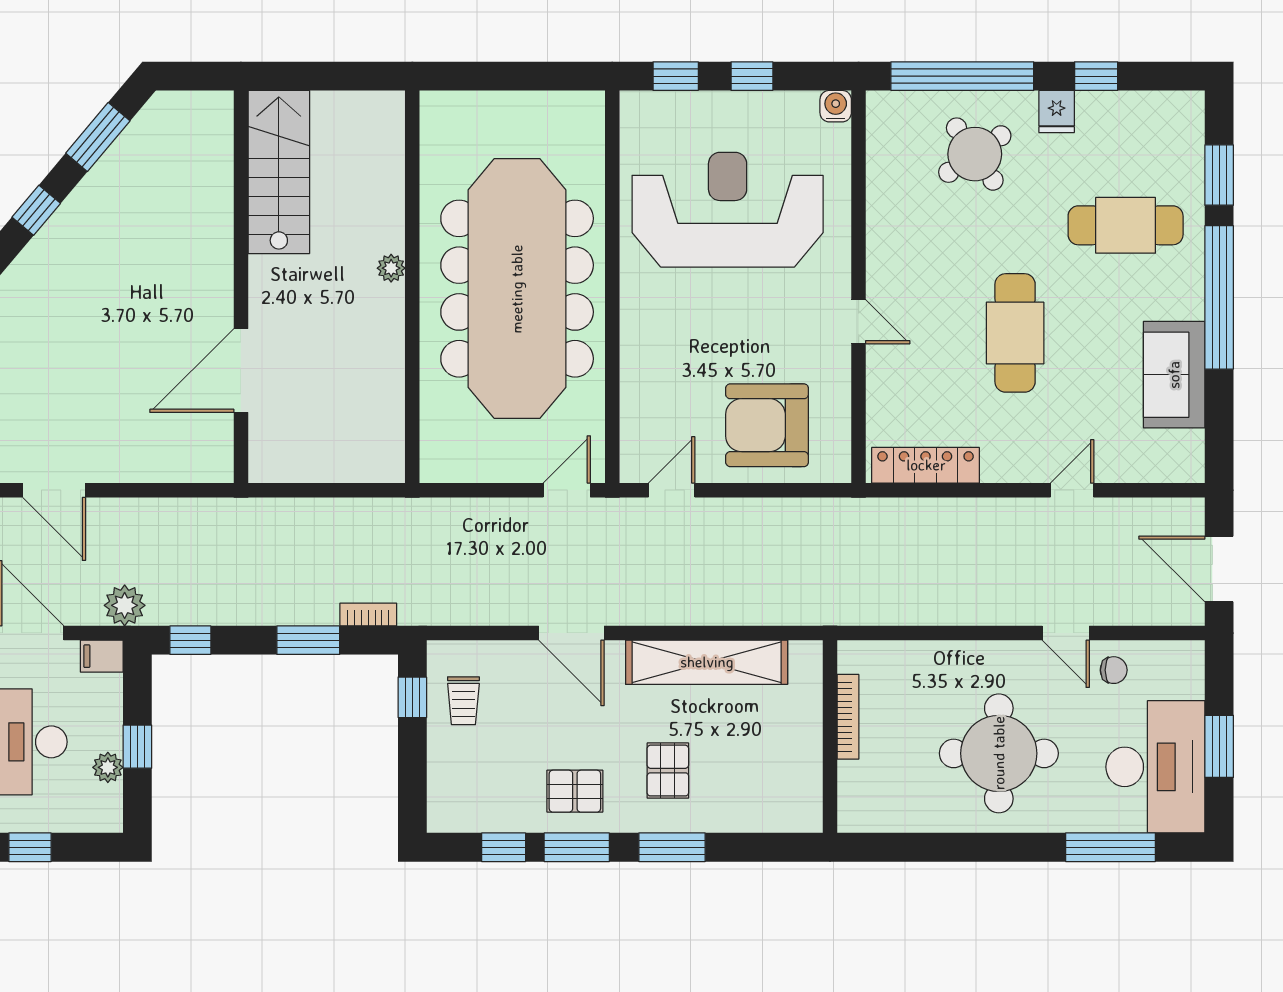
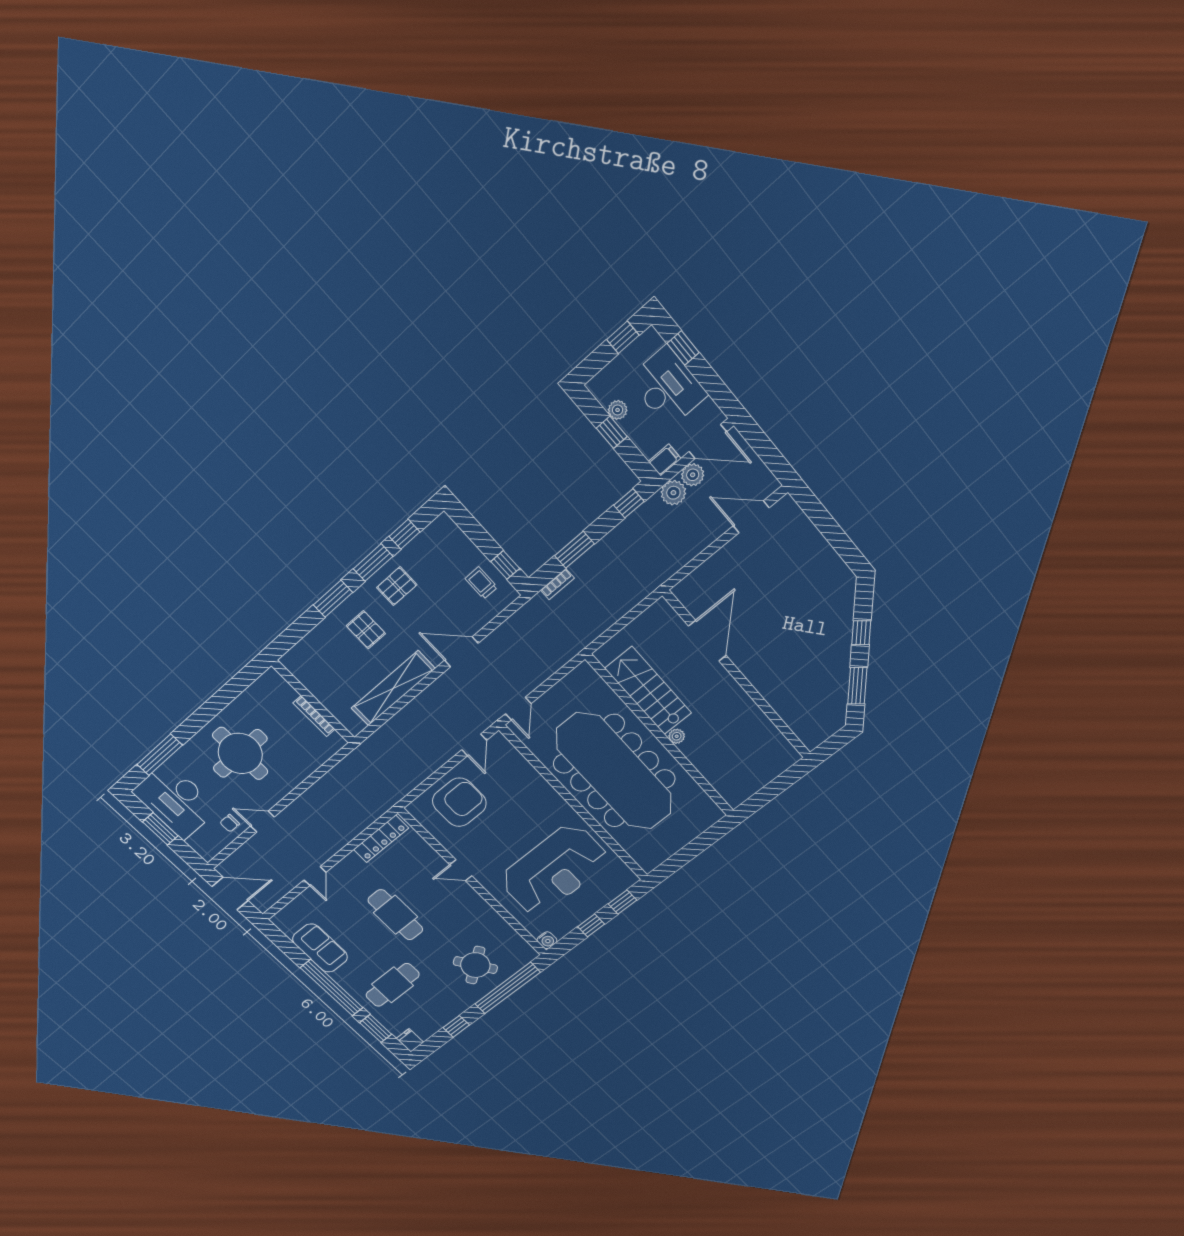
fridge: (1057, 111) -> (410, 1040), moved
stairs: (279, 172) -> (648, 691), moved, turned 180
plant: (83, 607) -> (693, 475), added

